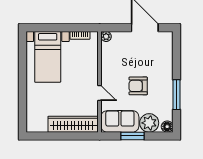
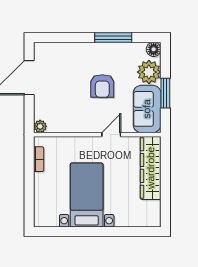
bed with nightstands: (48, 57) -> (87, 195), moved, turned -90

